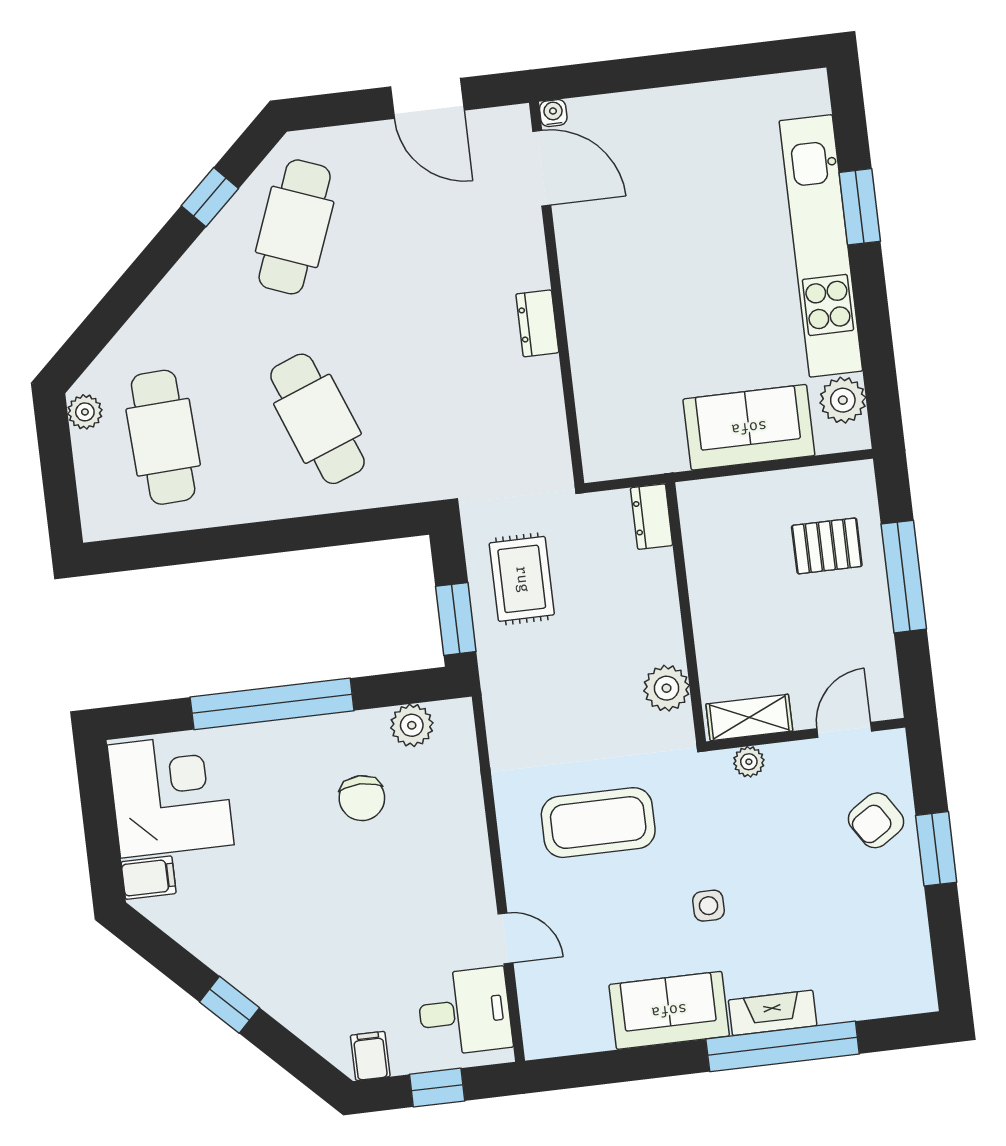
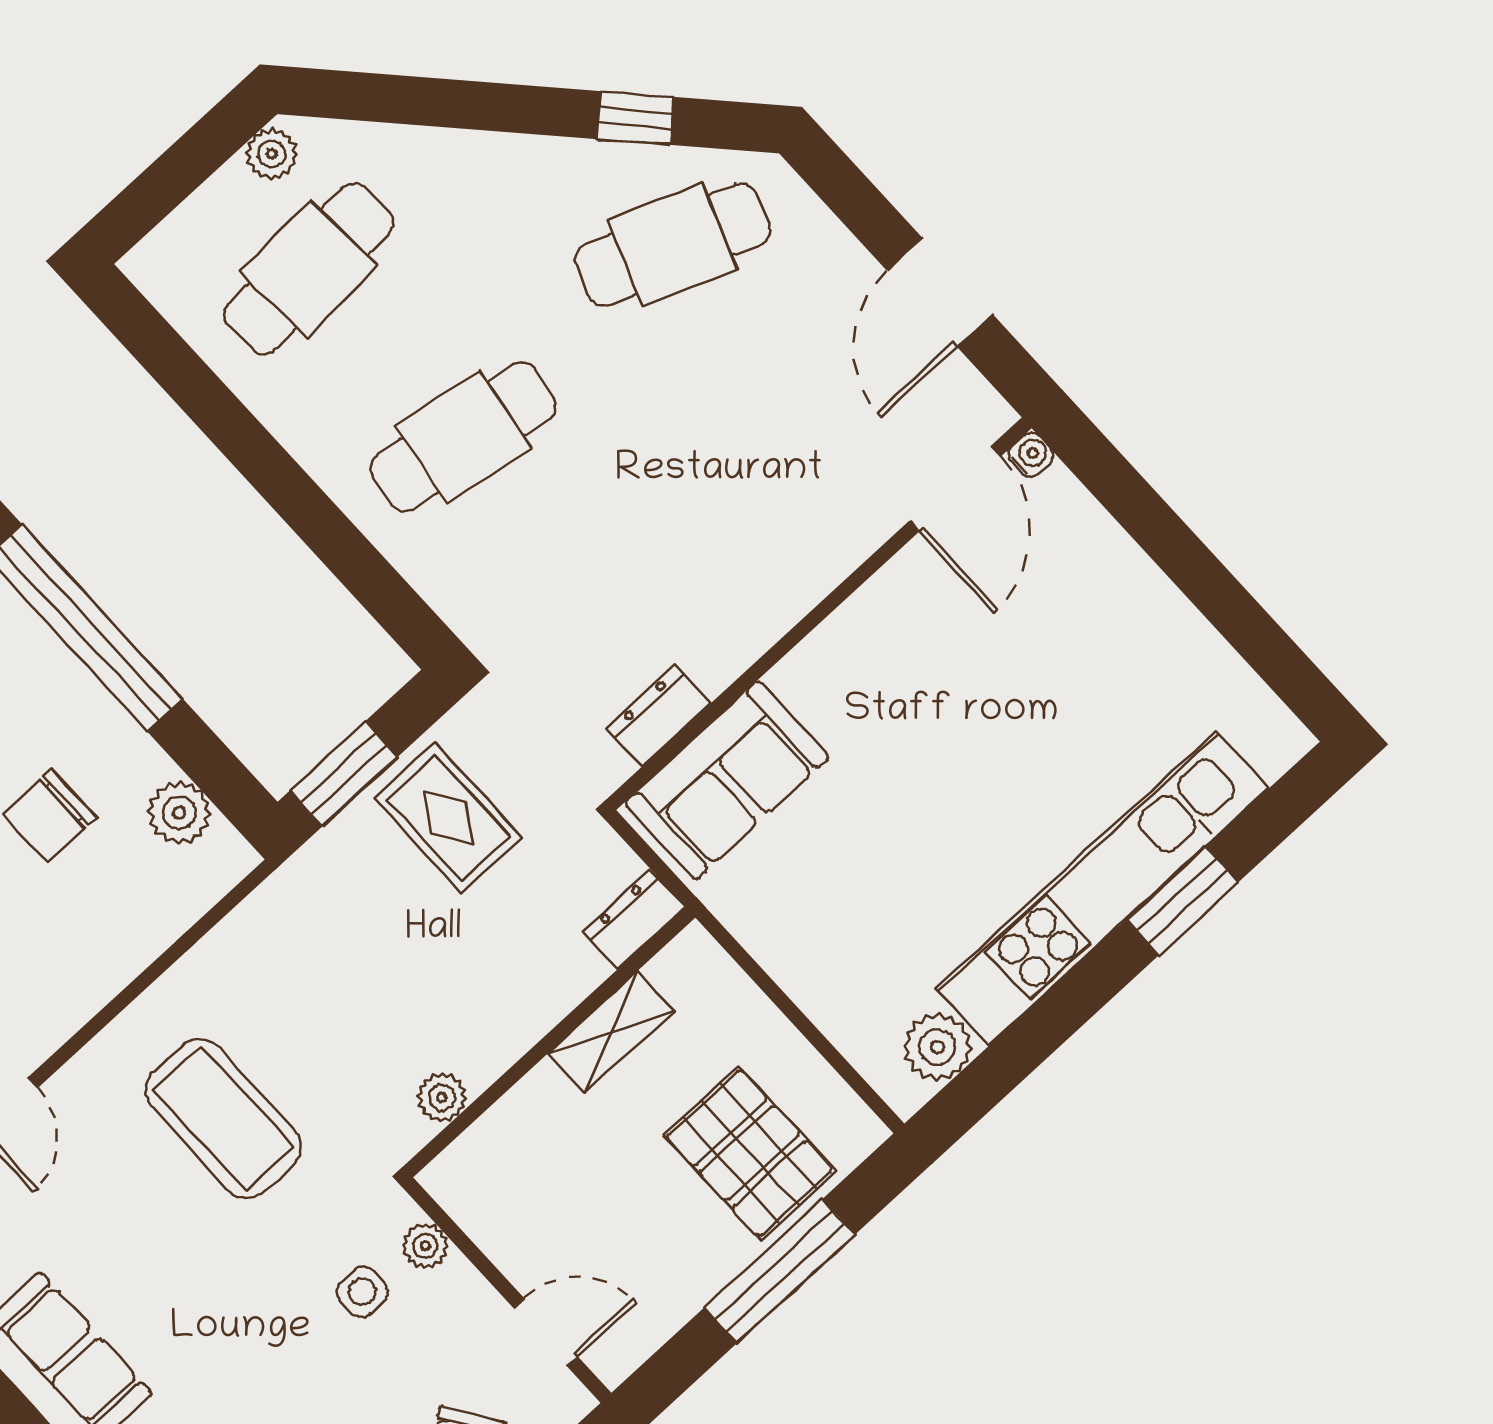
dresser: (537, 323) -> (659, 716), moved
cafe table: (317, 419) -> (463, 437), turned 30
sofa: (749, 427) -> (727, 780), moved, turned 90
pallet: (827, 546) -> (750, 1153), width x1.50, depth x1.42
rug: (522, 579) -> (448, 818), turned 90
plant: (667, 688) -> (442, 1097), width x0.73, depth x0.73
shelving: (749, 717) -> (611, 1032), moved, turned 90
side table: (708, 906) -> (362, 1292), moved

